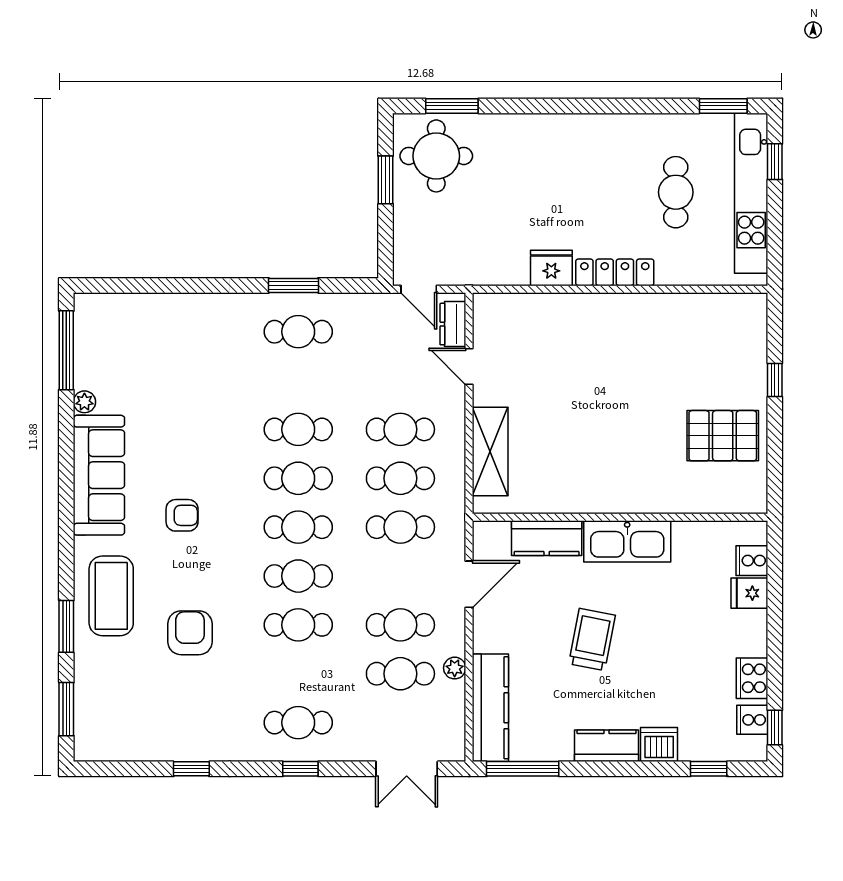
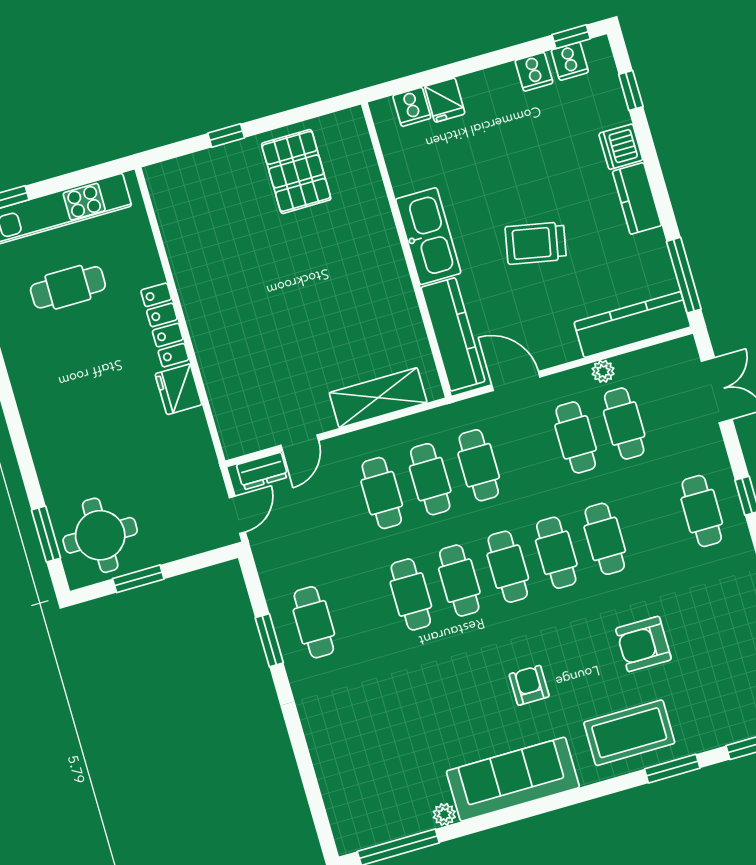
kitchen counter: (547, 538) -> (453, 334), width x1.50
cooker: (752, 678) -> (534, 72), width x0.73

